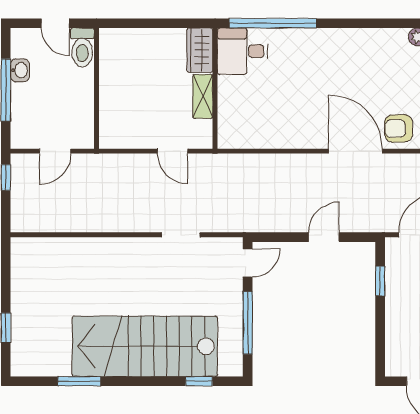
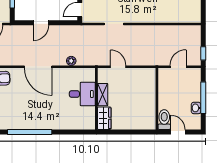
window: (273, 23) -> (30, 132), moved
desk: (243, 51) -> (82, 94), moved
door: (356, 151) -> (38, 67), moved
plant: (264, 162) -> (71, 61), added

